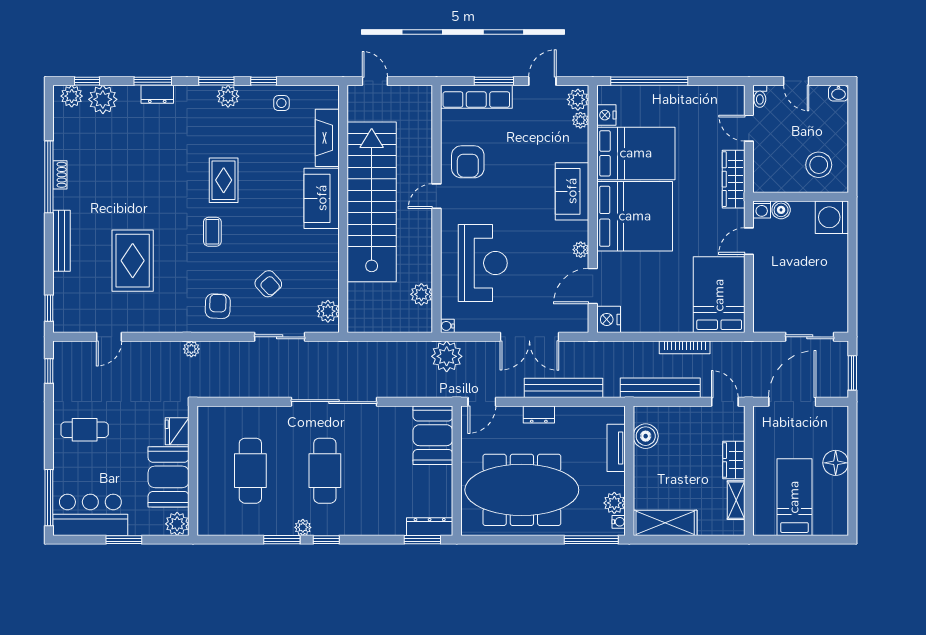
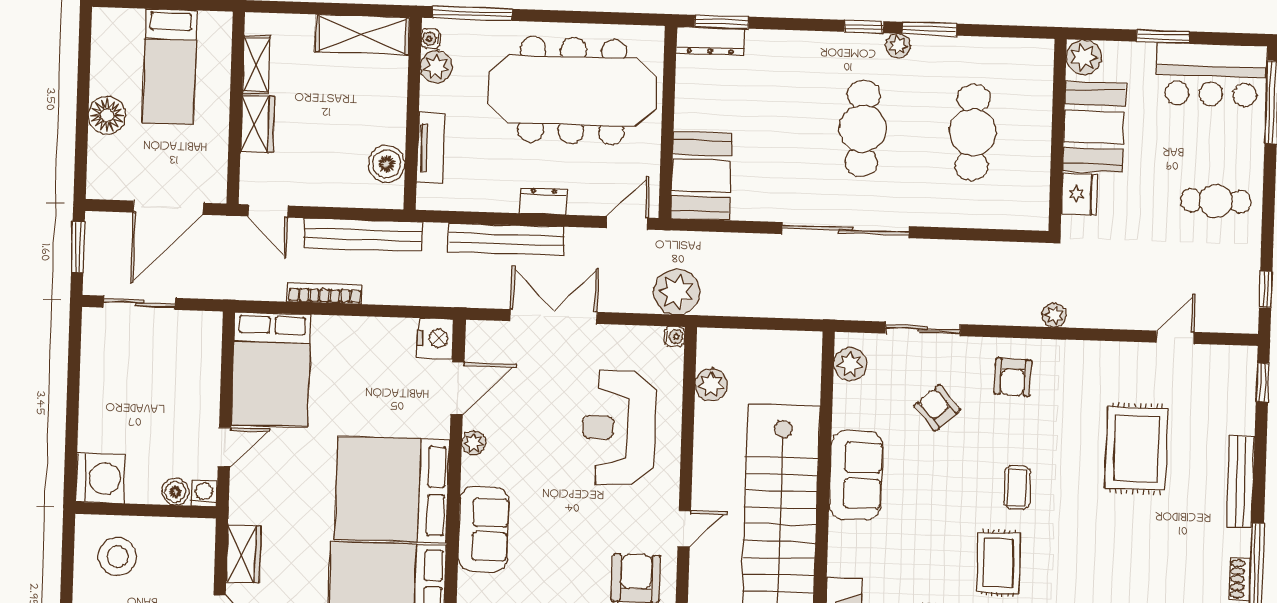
wardrobe: (734, 179) -> (243, 554), width x0.67
sofa: (322, 198) -> (856, 475), moved

